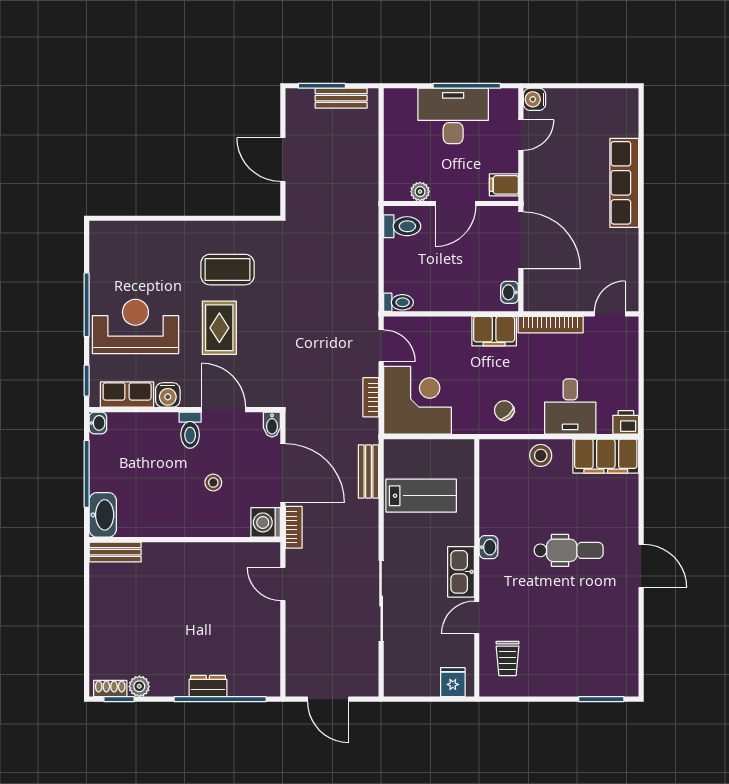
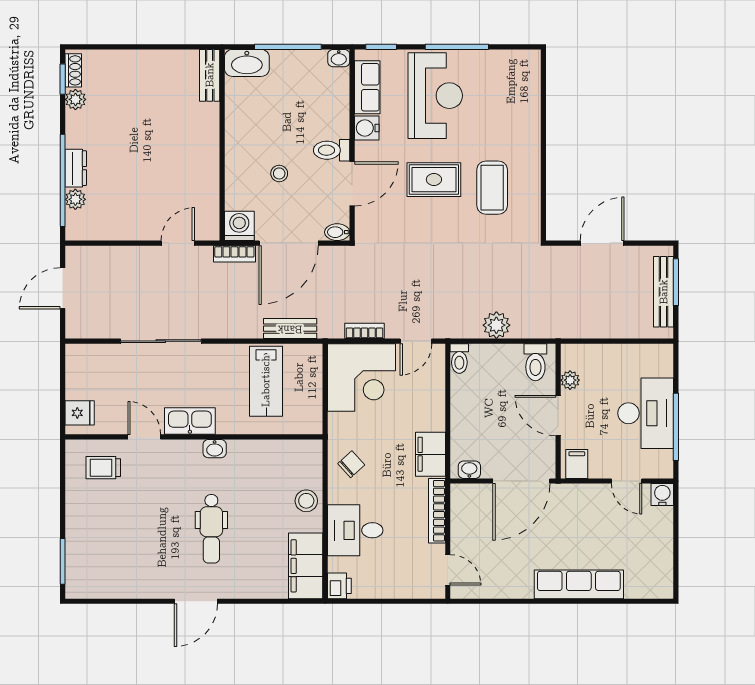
bench: (341, 98) -> (664, 292), width x1.36
plant: (365, 265) -> (496, 325), added
plant: (239, 686) -> (75, 199), added

